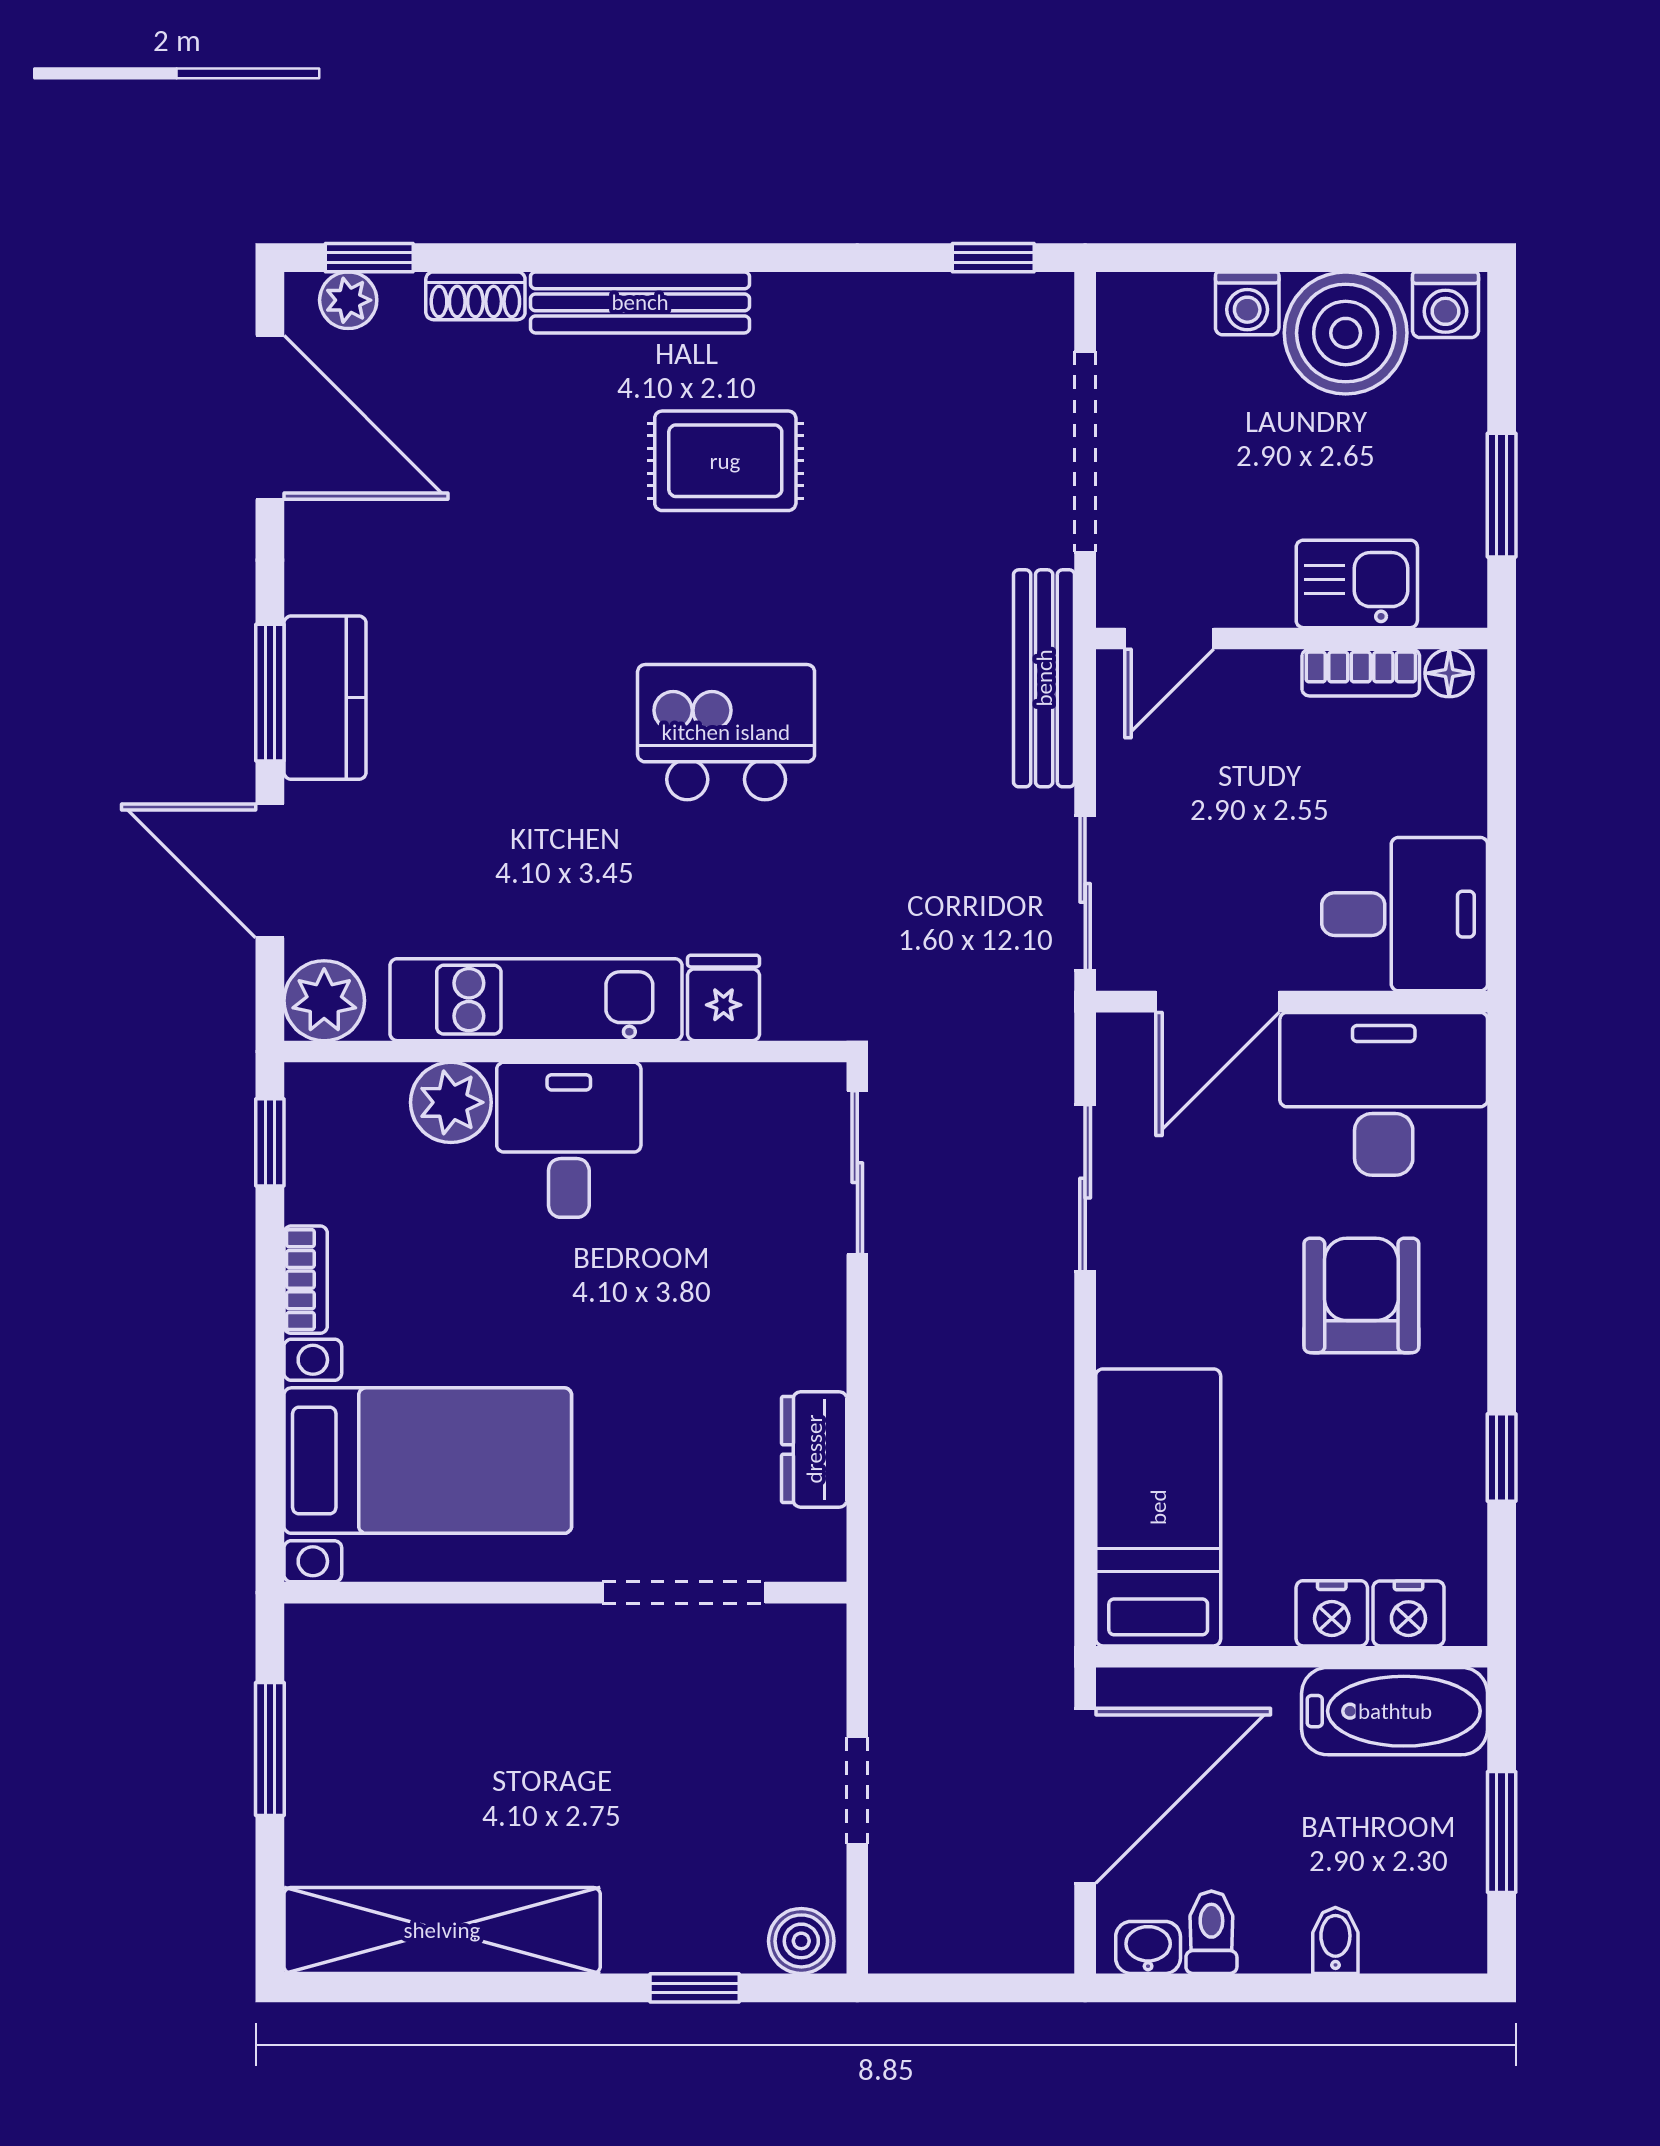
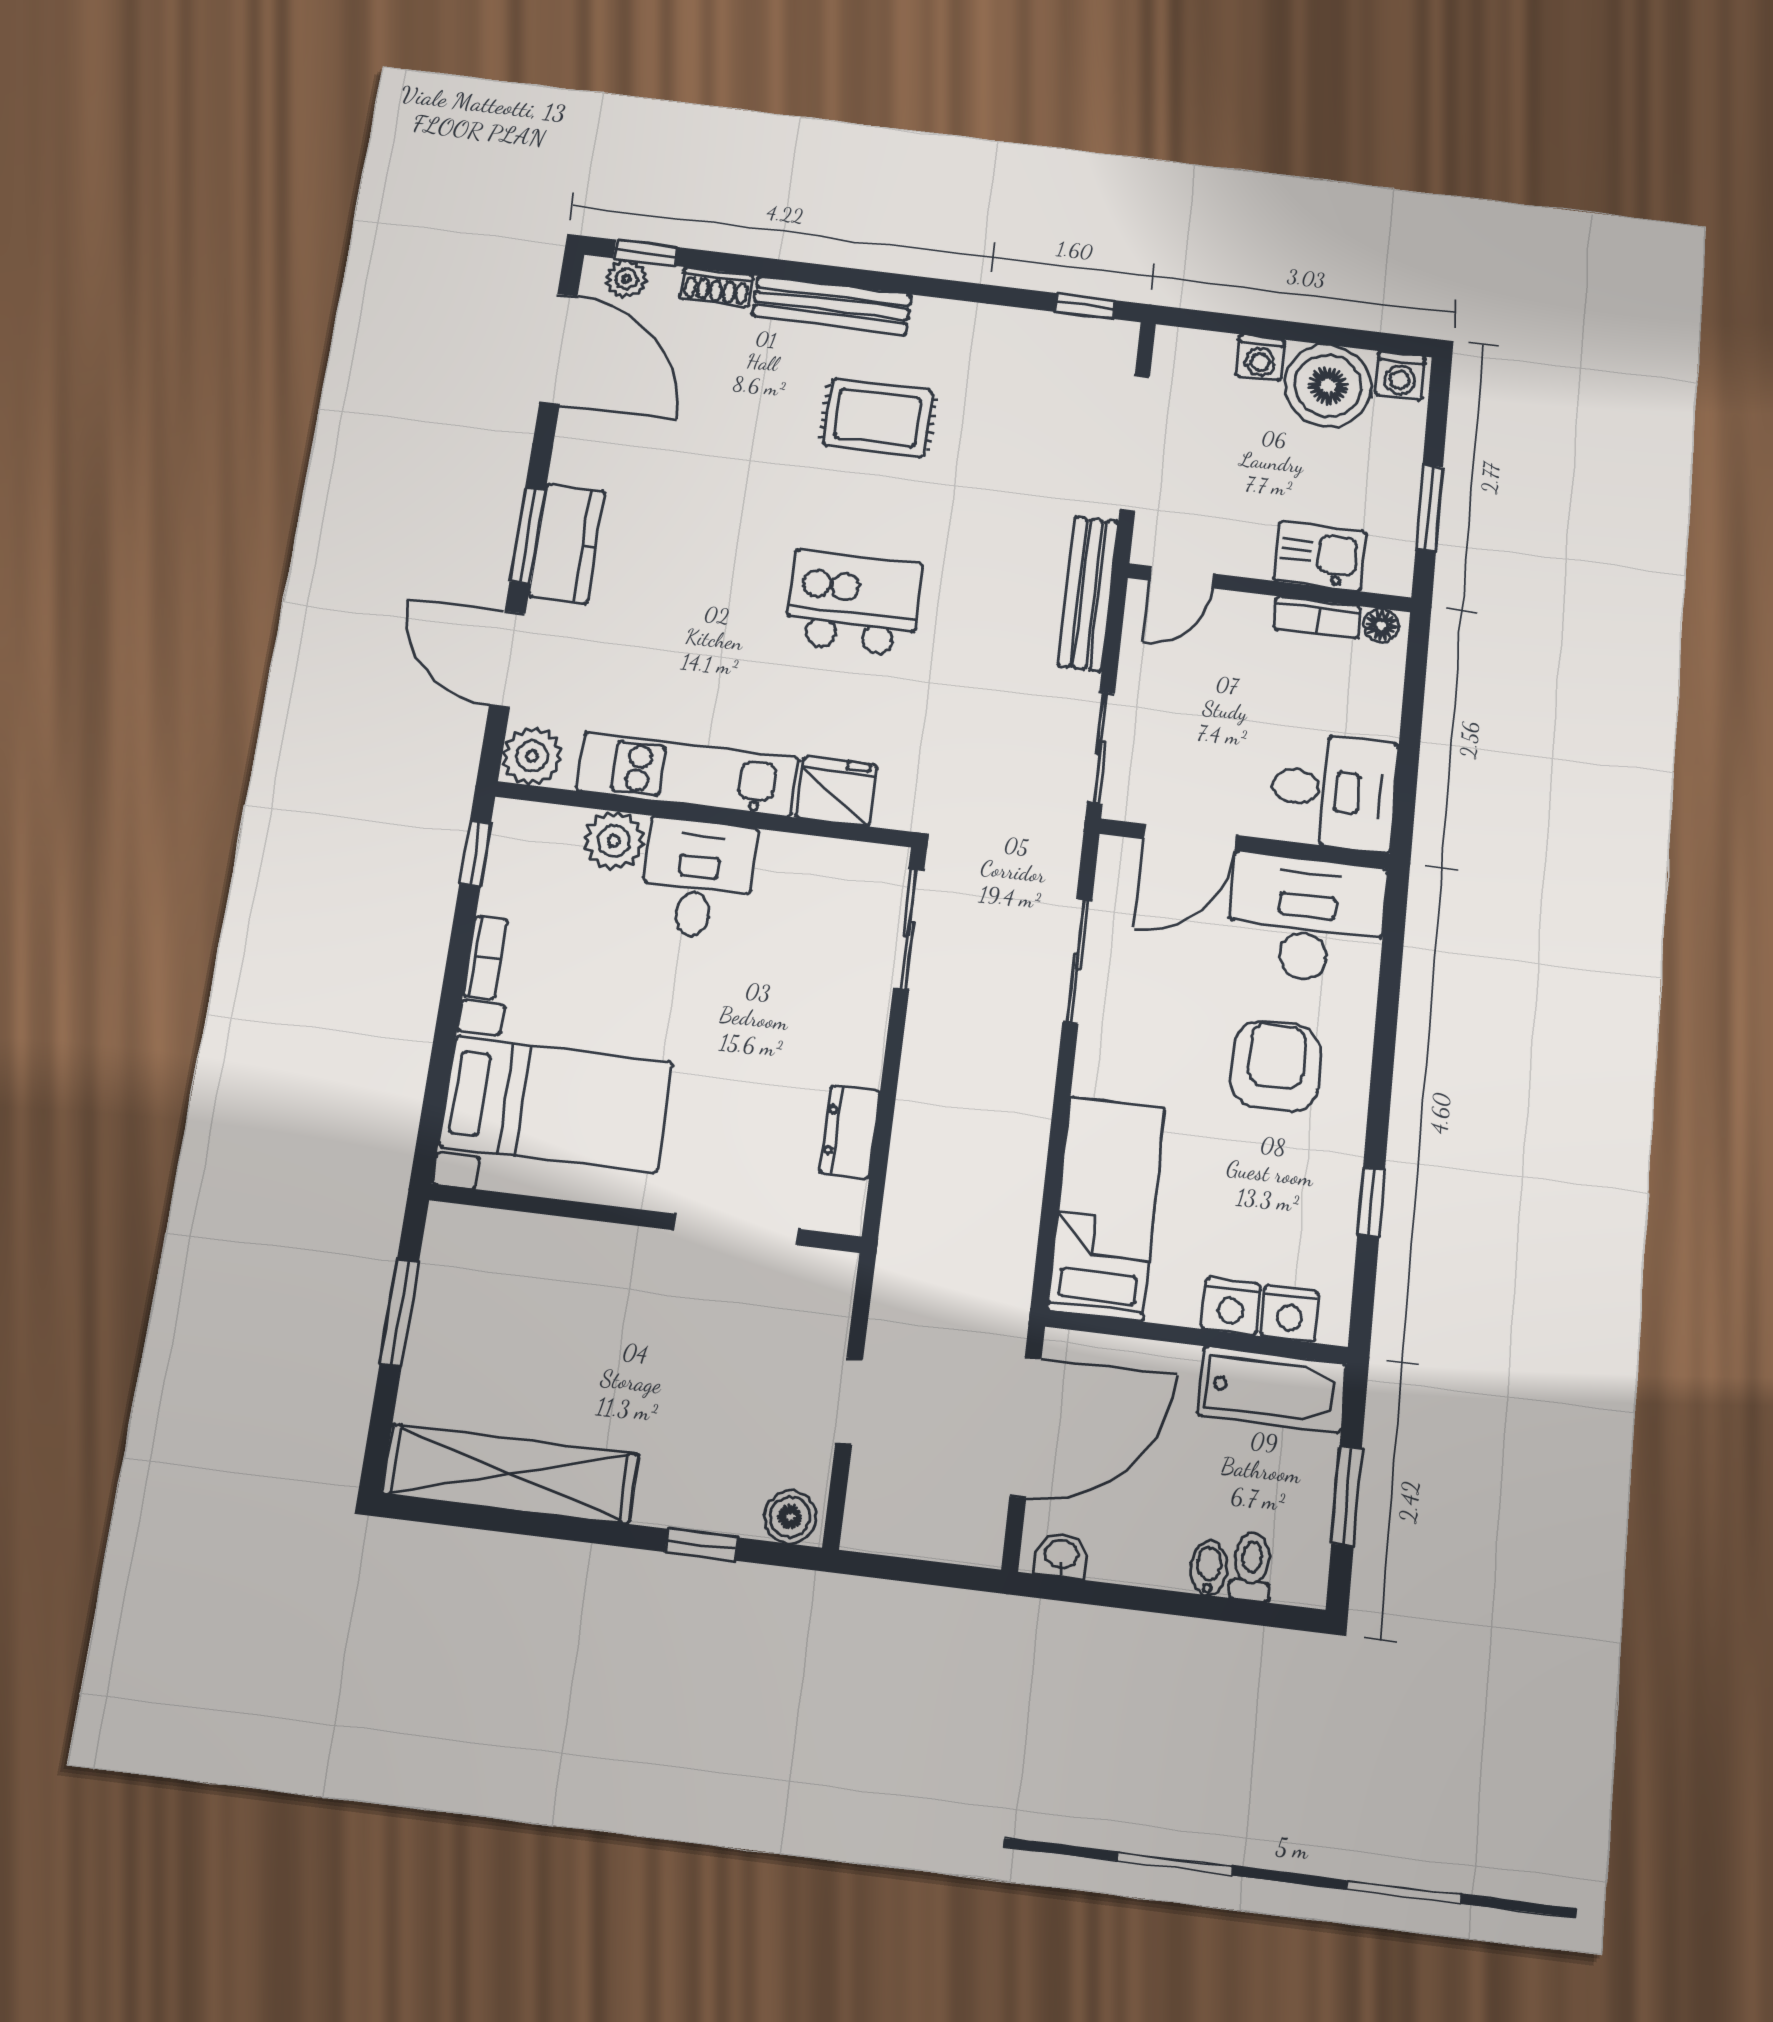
fridge: (724, 998) -> (836, 791), width x1.38
toilet: (1211, 1932) -> (1251, 1567), moved

